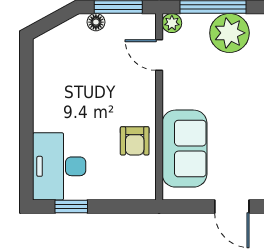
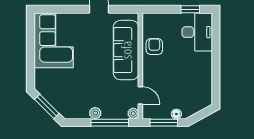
plant: (229, 33) -> (95, 113), width x0.53, depth x0.53
sofa: (185, 149) -> (126, 50), width x1.36

